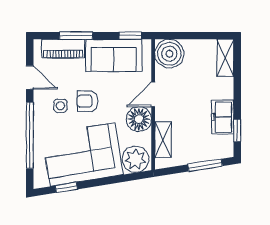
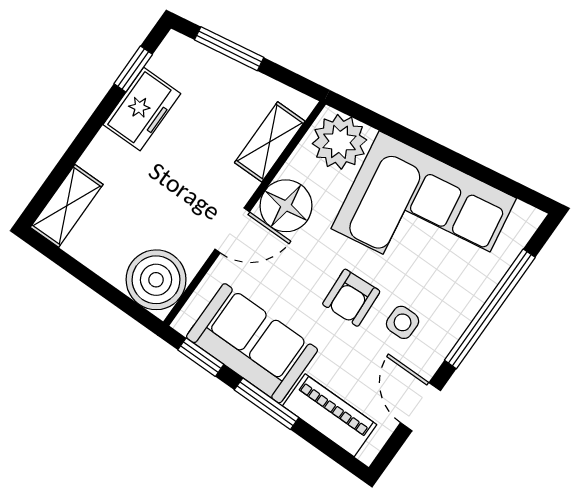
window: (76, 36) -> (267, 404), moved
armchair: (87, 101) -> (351, 298), turned 87
window: (66, 187) -> (490, 177), removed

